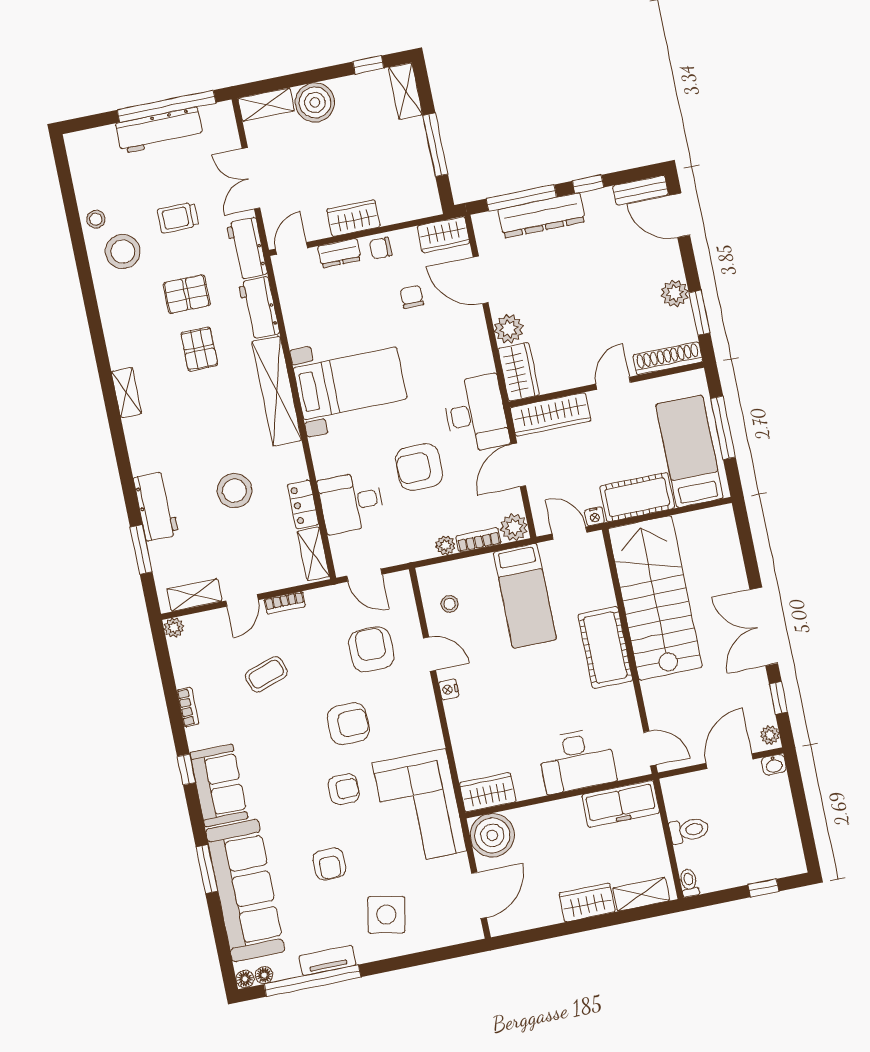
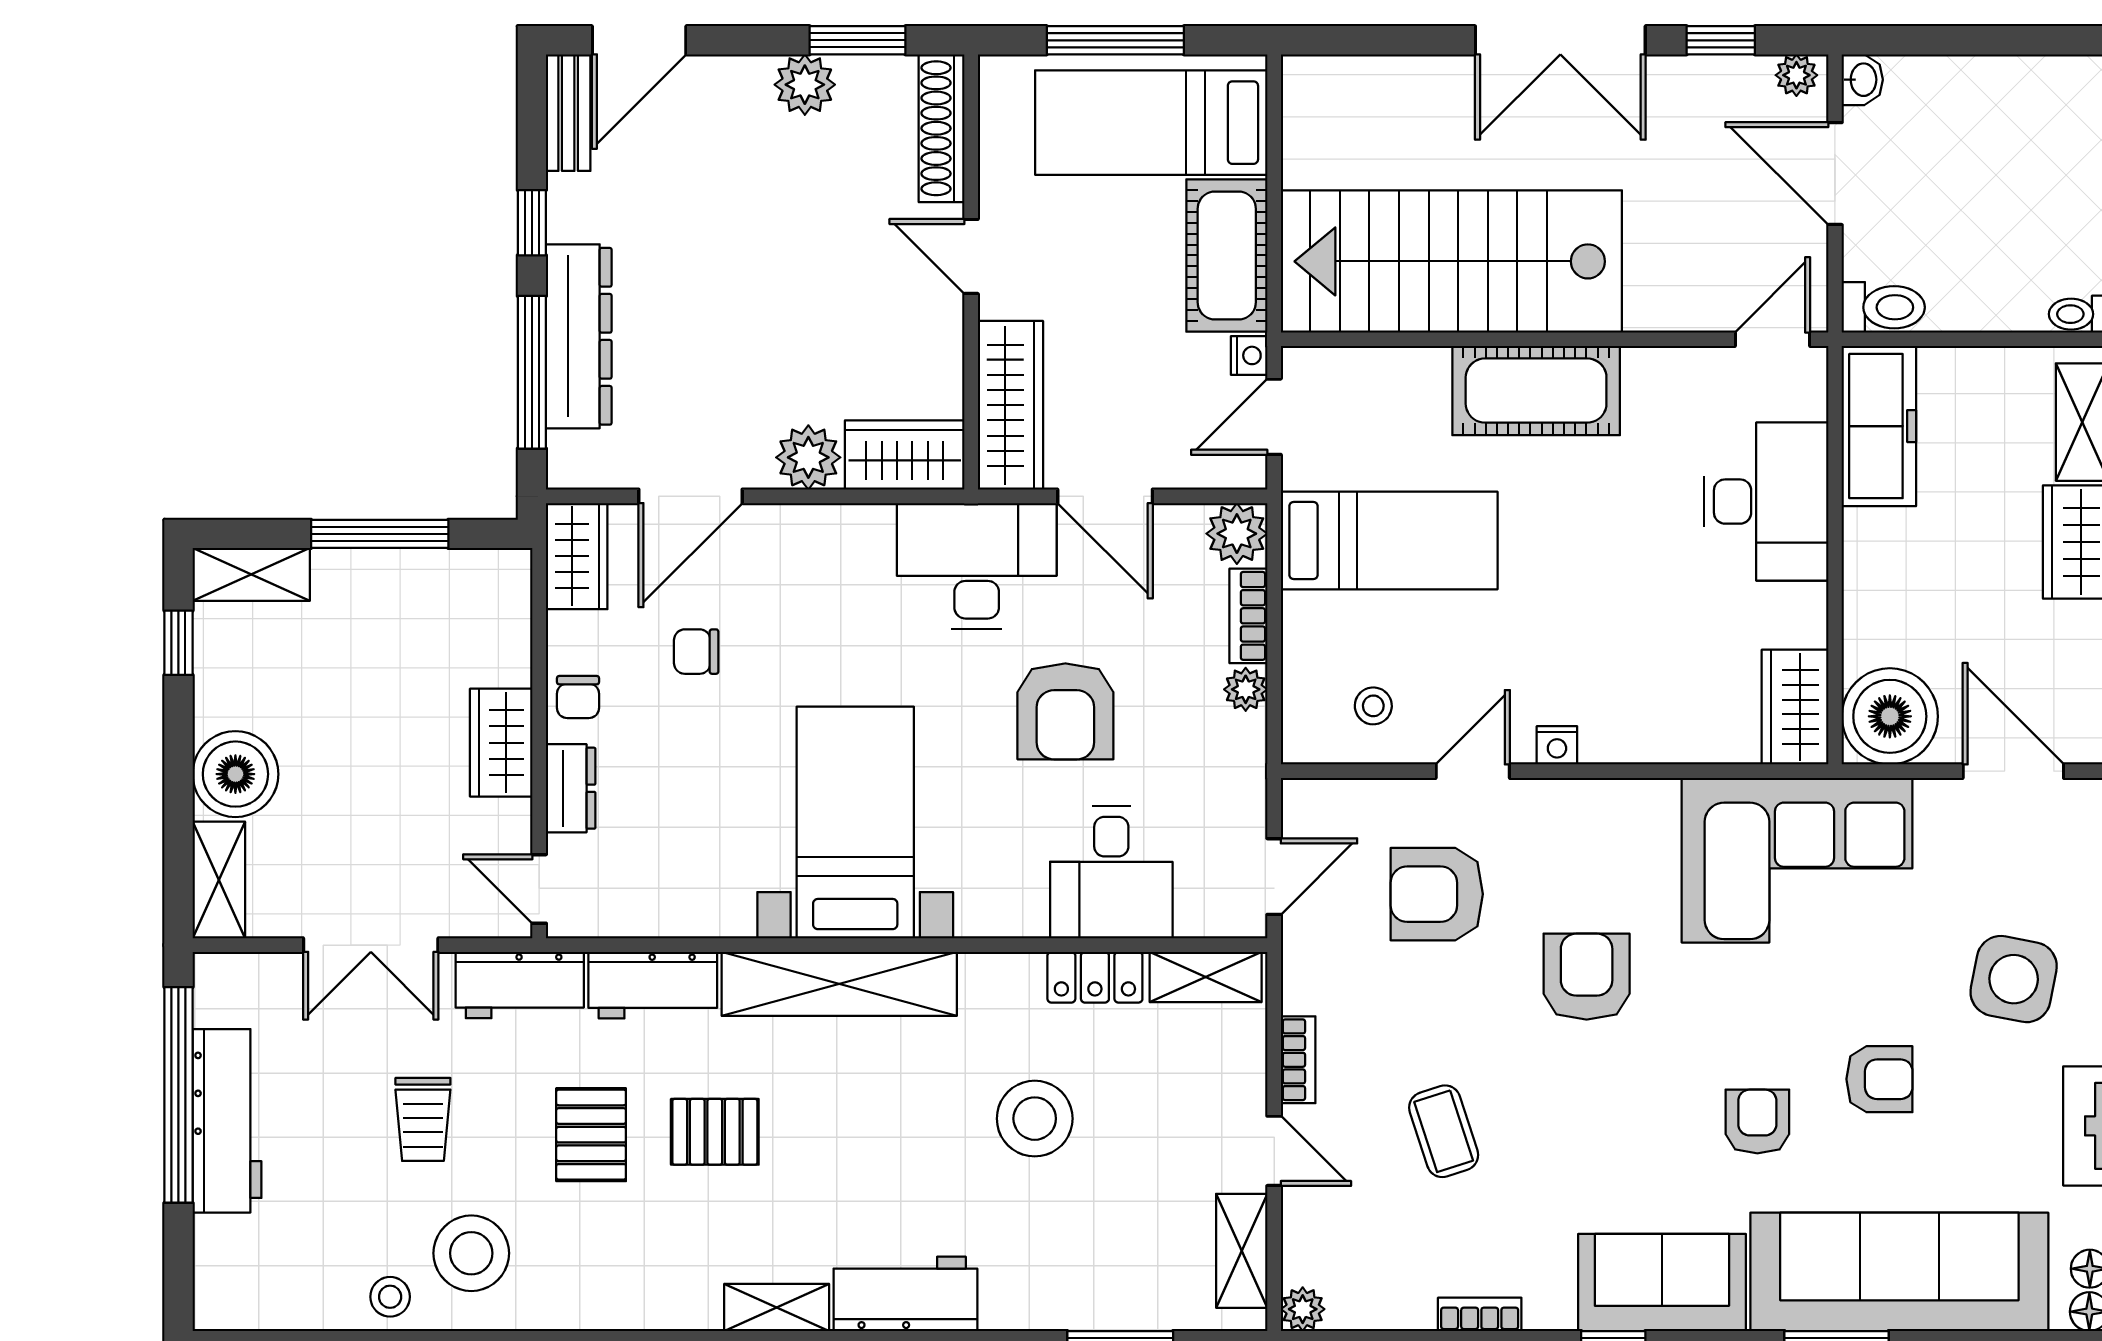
workbench: (156, 506) -> (905, 1294), moved
armchair: (344, 789) -> (1757, 1121), moved
toilet: (689, 830) -> (1883, 307), moved, turned 90

